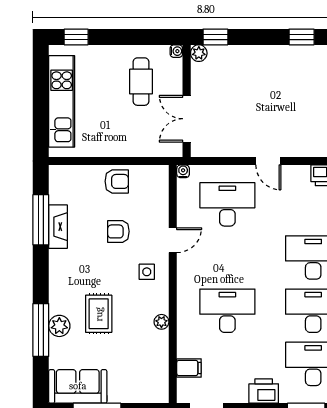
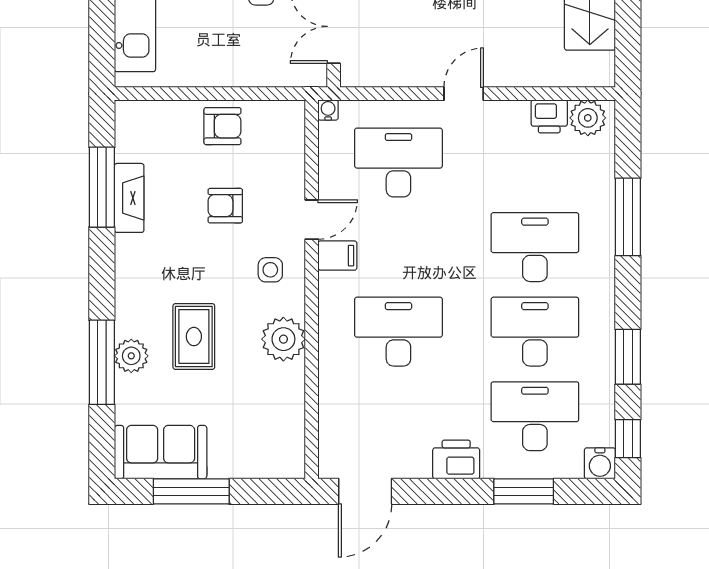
door: (268, 161) -> (464, 94), swing flipped
plant: (161, 322) -> (283, 339), width x1.88, depth x1.88
filing cabinet: (189, 368) -> (337, 256), moved

